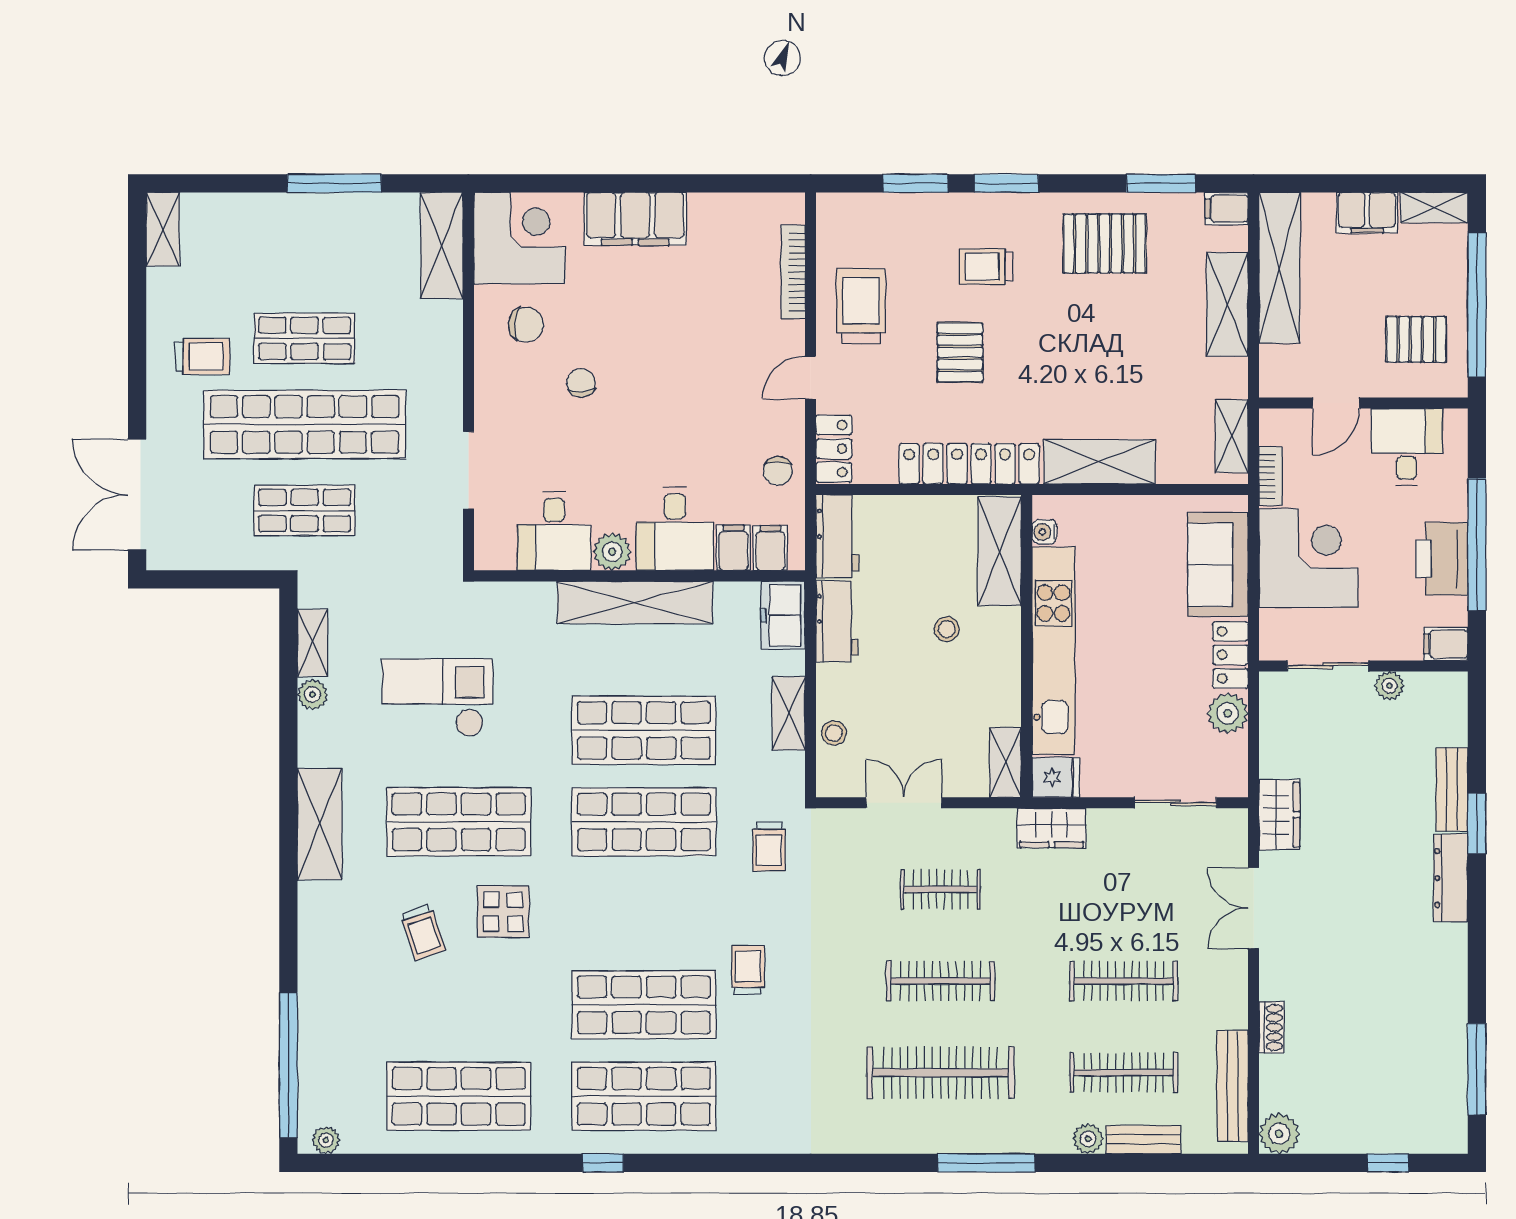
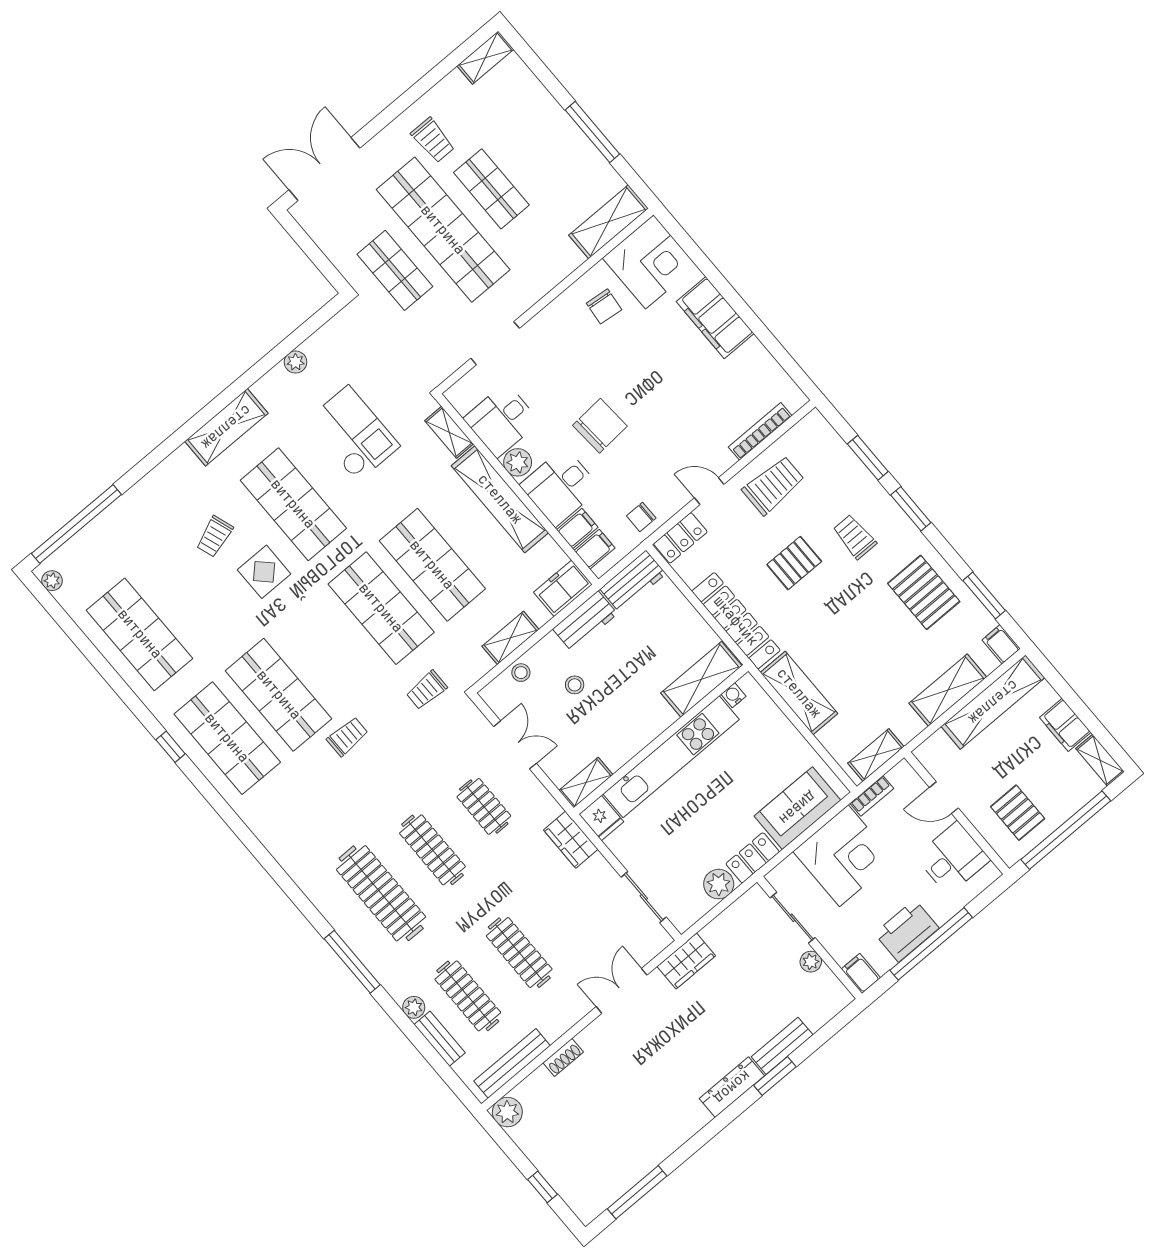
chair: (581, 383) -> (600, 426), moved, width x1.87, depth x1.87
stool: (947, 629) -> (575, 685), moved
shelving: (313, 643) -> (449, 432), moved, turned 90

